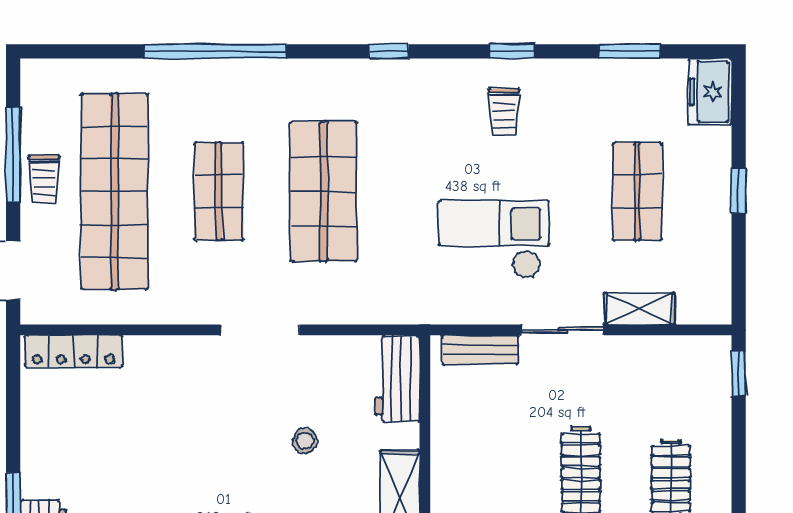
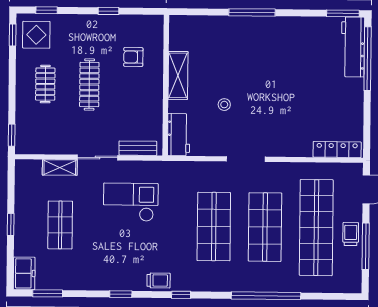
window: (629, 51) -> (48, 293), moved
trolley: (504, 112) -> (159, 280), moved, turned 90
shop shelf: (219, 191) -> (265, 227), width x1.43, depth x1.36
checkout: (494, 239) -> (131, 202), turned 180

